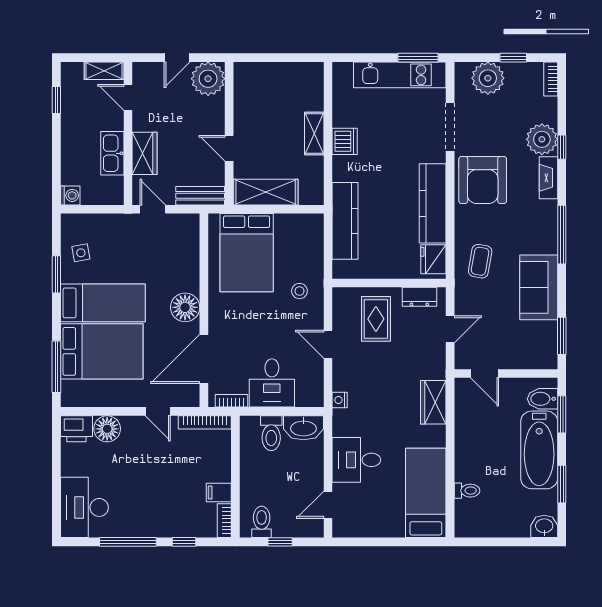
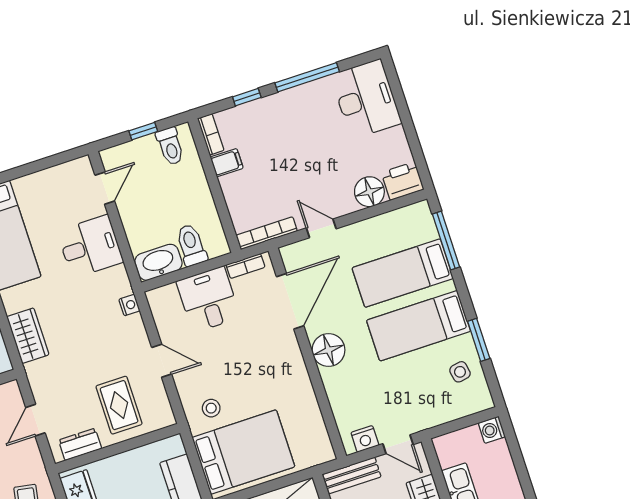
nightstand: (179, 223) -> (365, 439), added
bed: (247, 253) -> (243, 452), moved, turned 90
bed: (102, 351) -> (403, 273), width x0.67

